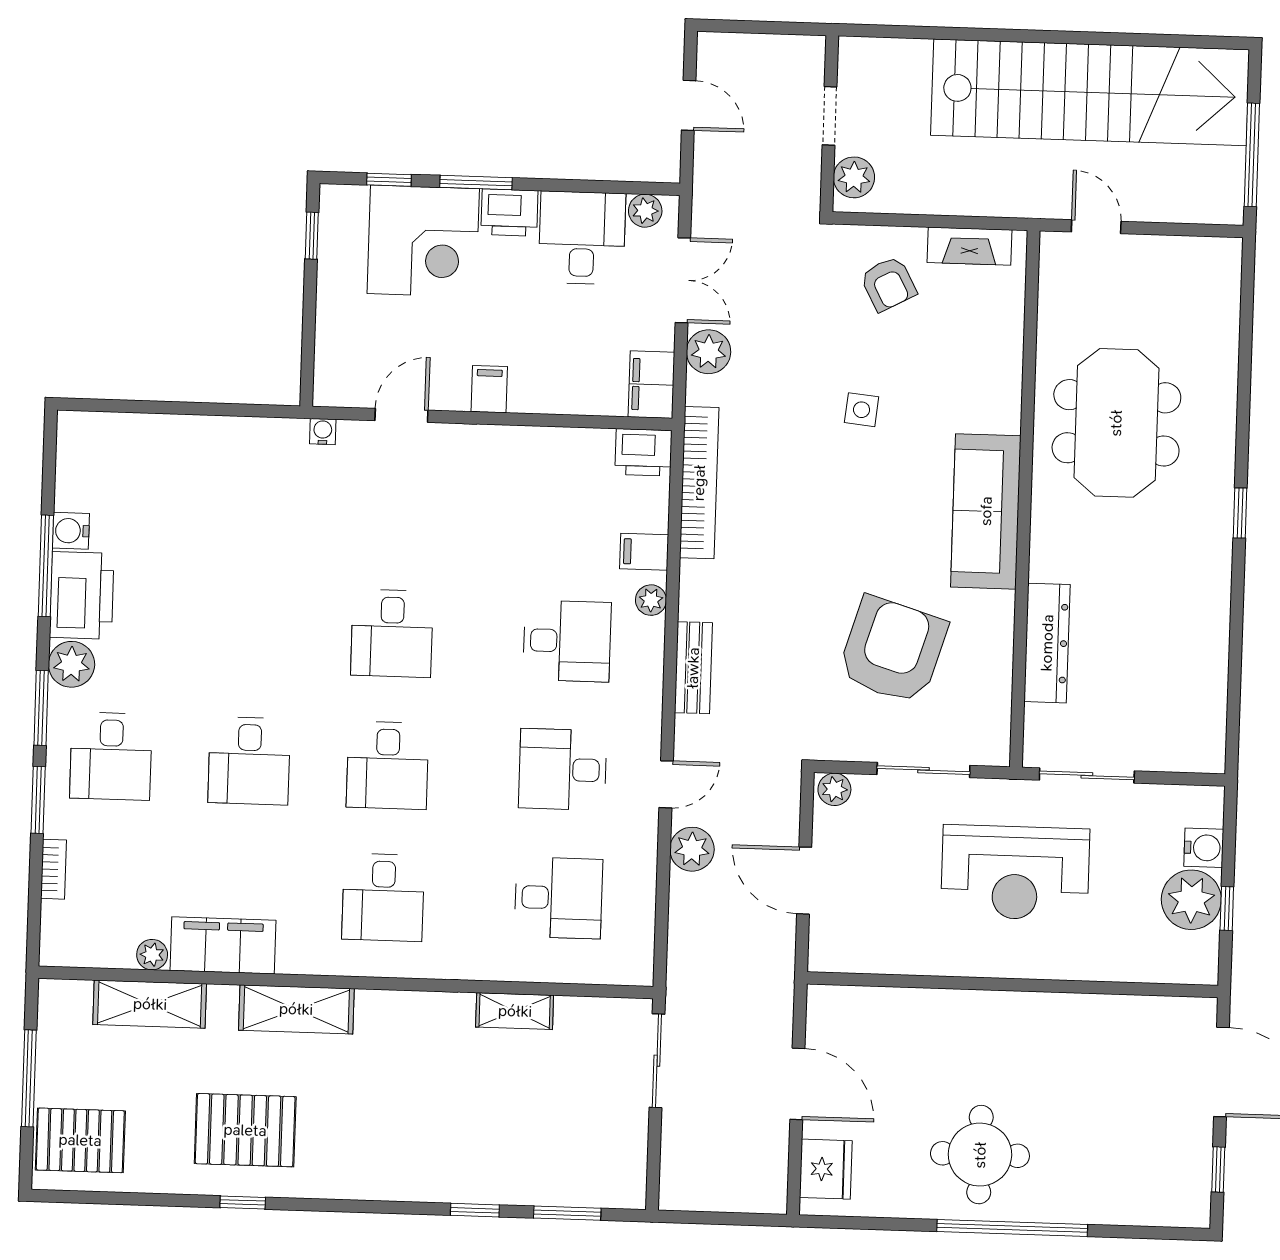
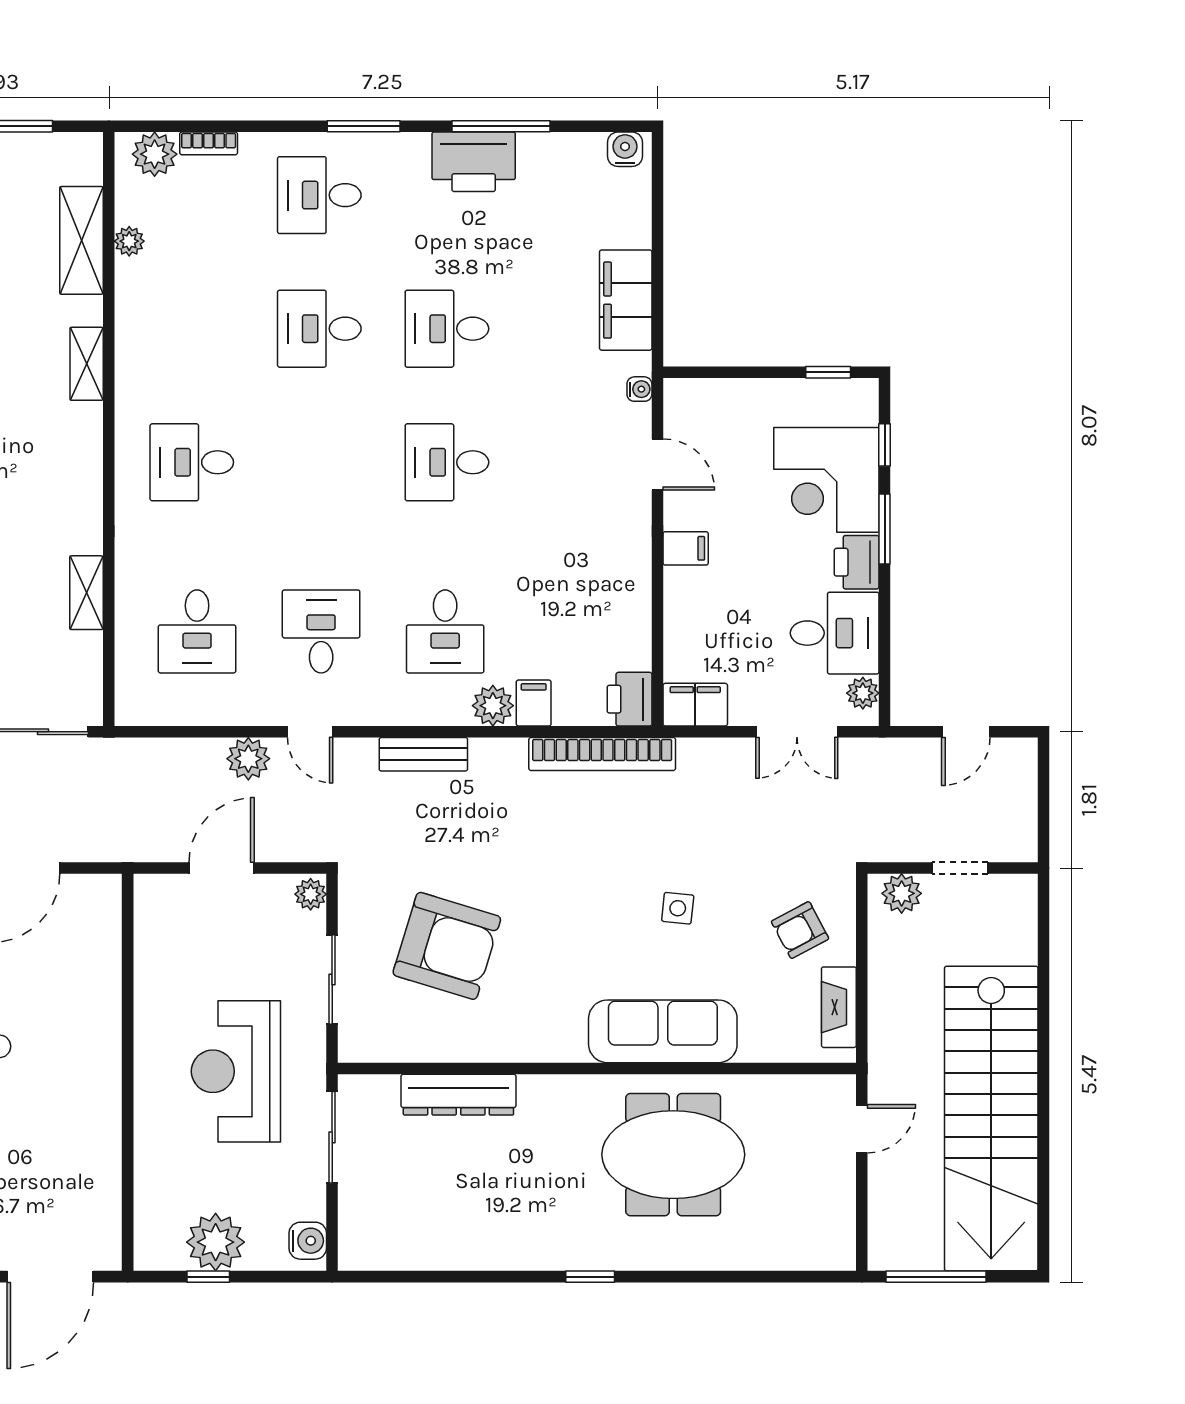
plant: (709, 352) -> (729, 759), removed
sofa: (986, 511) -> (663, 1031), moved
water cooler: (71, 531) -> (625, 149), moved
plant: (651, 600) -> (493, 706), width x1.38, depth x1.38
plant: (72, 664) -> (155, 154), moved
desk: (388, 765) -> (447, 329), moved
window: (38, 800) -> (275, 126), removed
water cooler: (1204, 848) -> (308, 1241), moved, turned -90
filing cabinet: (223, 945) -> (626, 300), moved, turned 180
shelving: (296, 1009) -> (87, 364), width x0.67, depth x0.75

